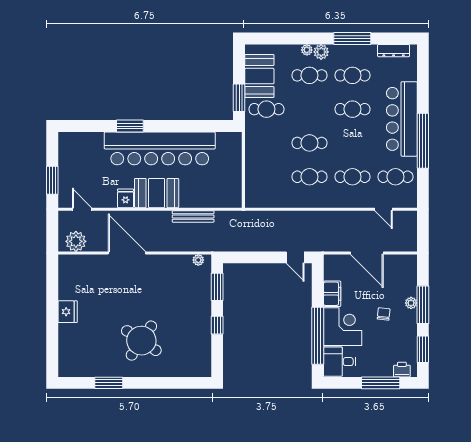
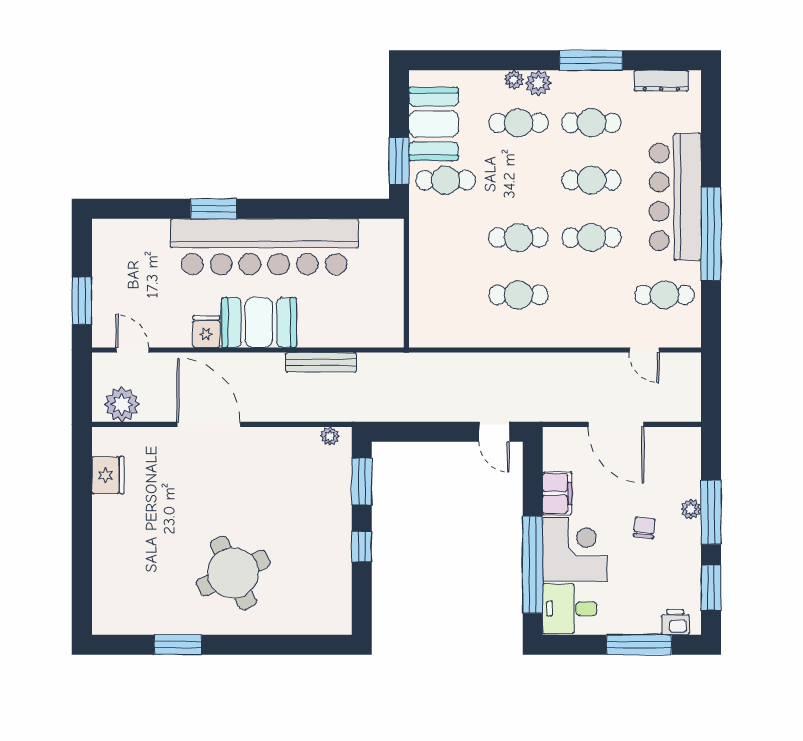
cafe table: (352, 177) -> (591, 238), moved
fridge: (68, 312) -> (108, 475), moved
round table: (141, 341) -> (233, 573), turned 31

